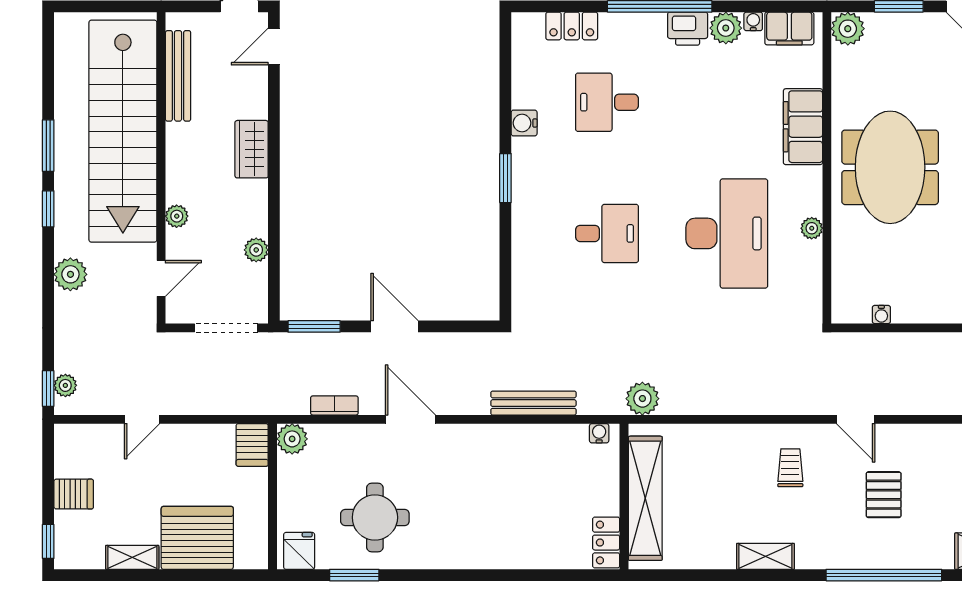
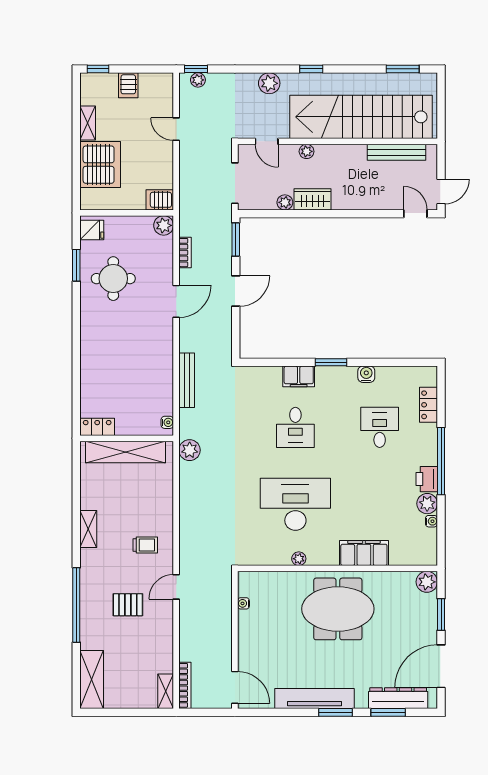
filing cabinet: (789, 28) -> (299, 376), moved, turned -90
window: (48, 146) -> (403, 69), moved
wardrobe: (252, 149) -> (313, 199), moved
desk: (727, 233) -> (295, 504), turned 180

